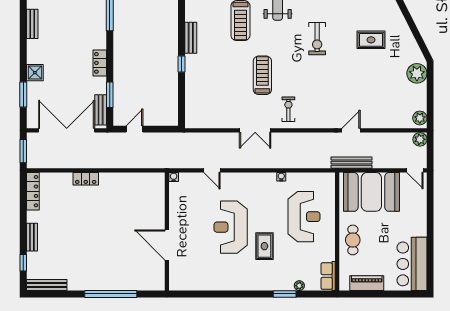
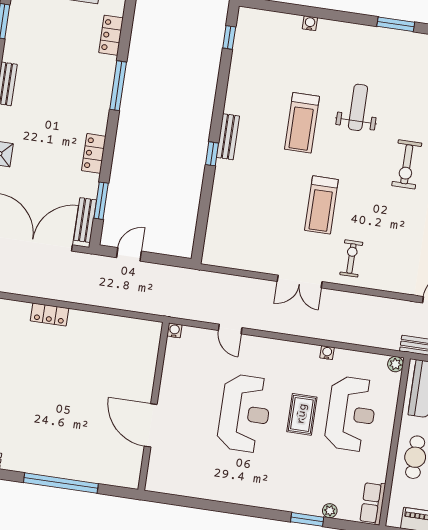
window: (182, 64) -> (212, 154), moved
treadmill: (262, 75) -> (321, 205), turned 180
plant: (330, 178) -> (395, 364), added
reception desk: (231, 227) -> (245, 413), turned 180
rug: (264, 246) -> (302, 414), moved

